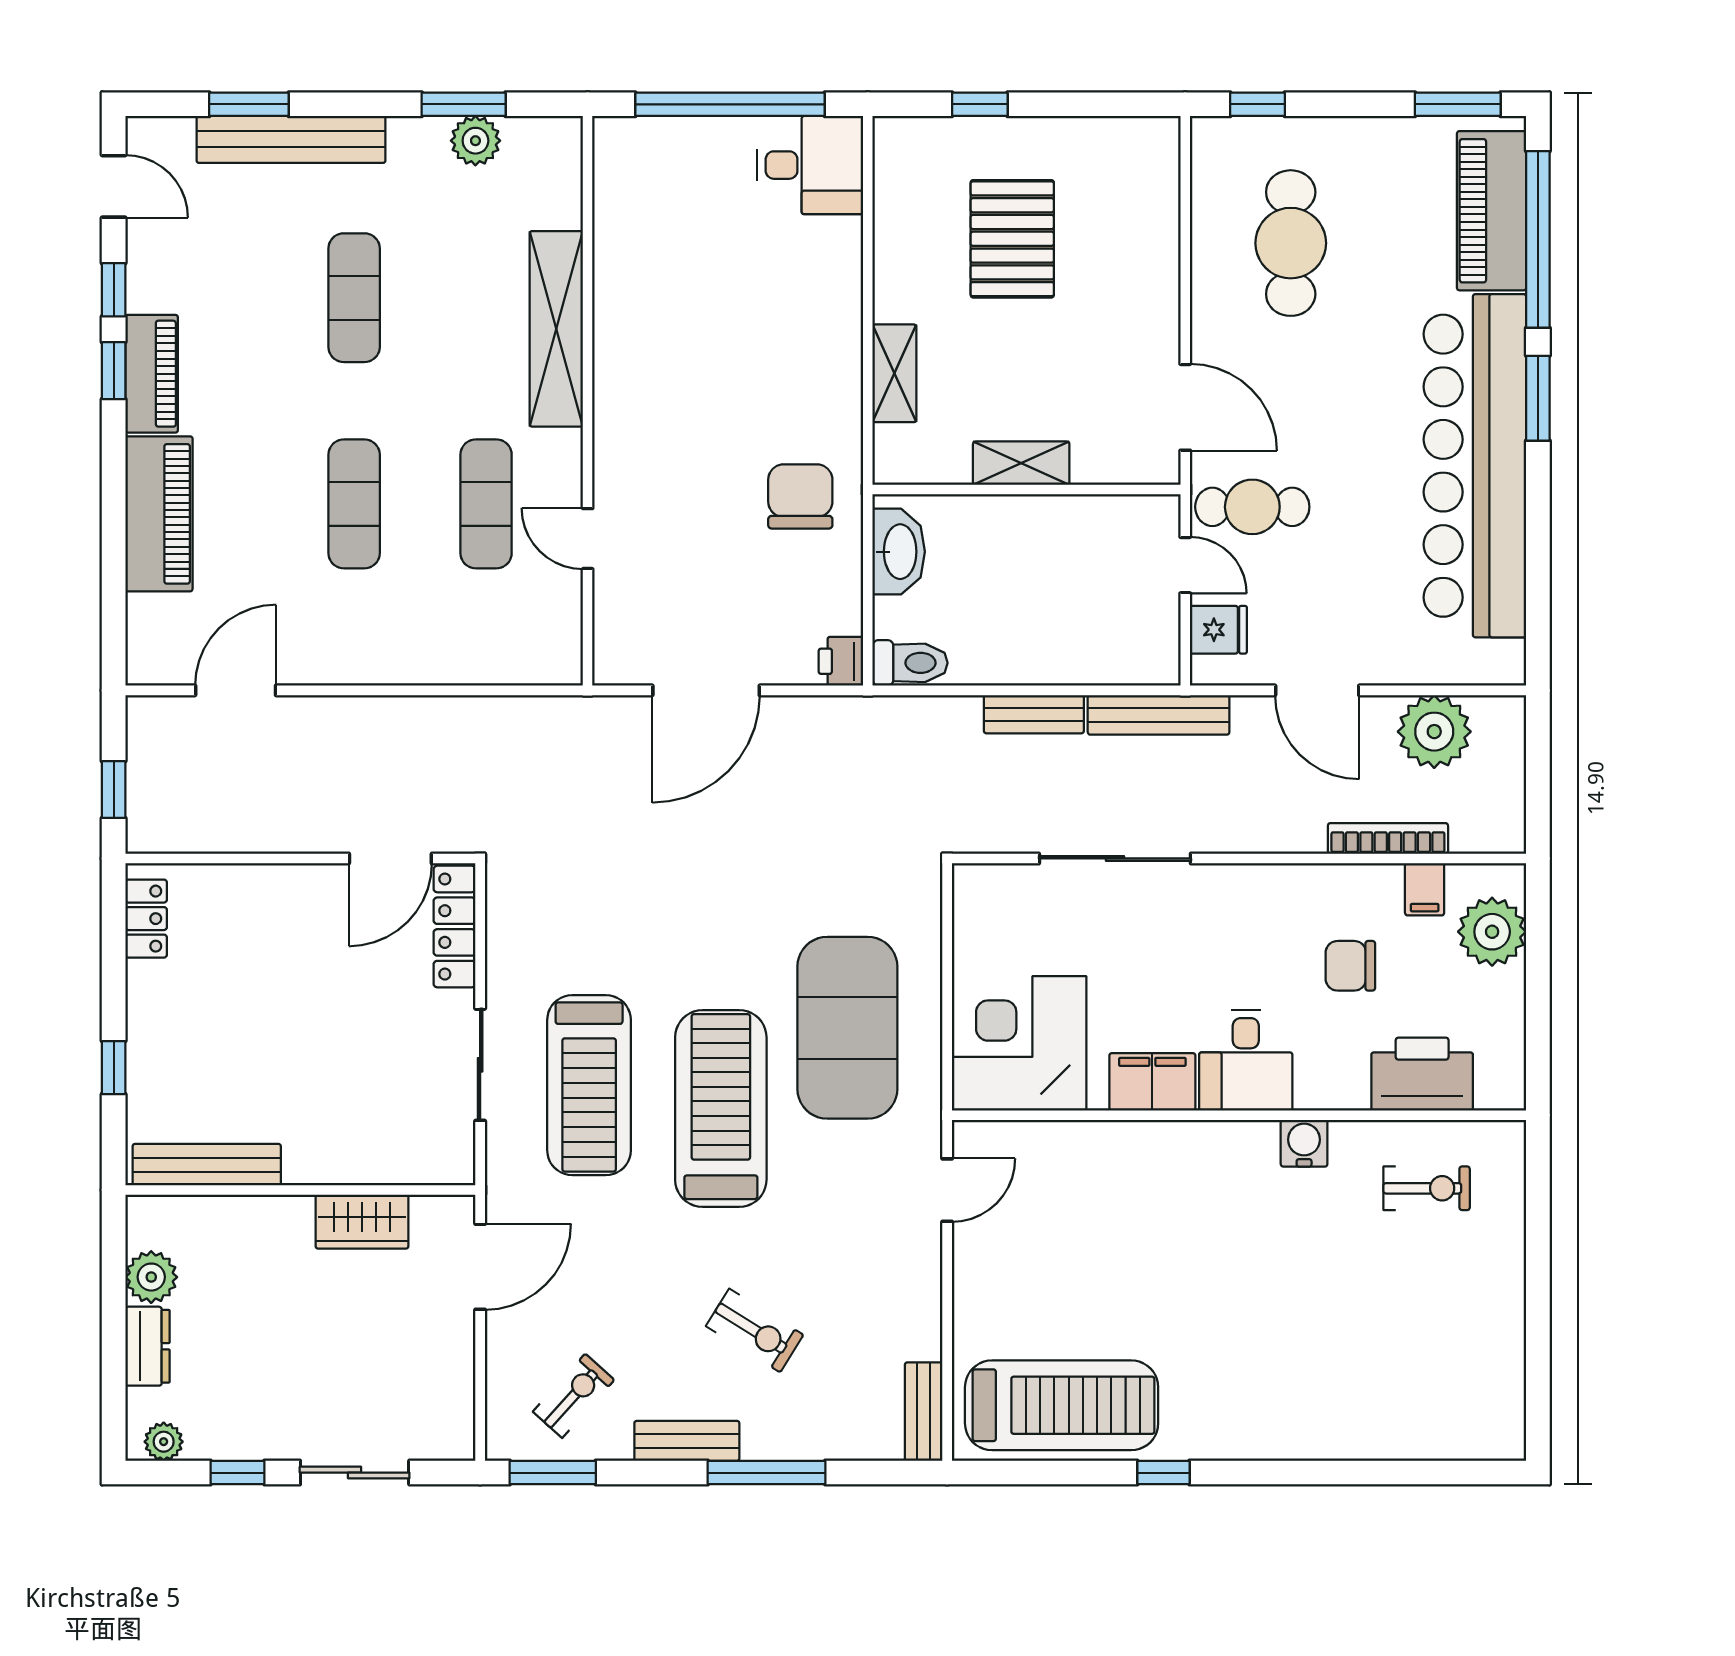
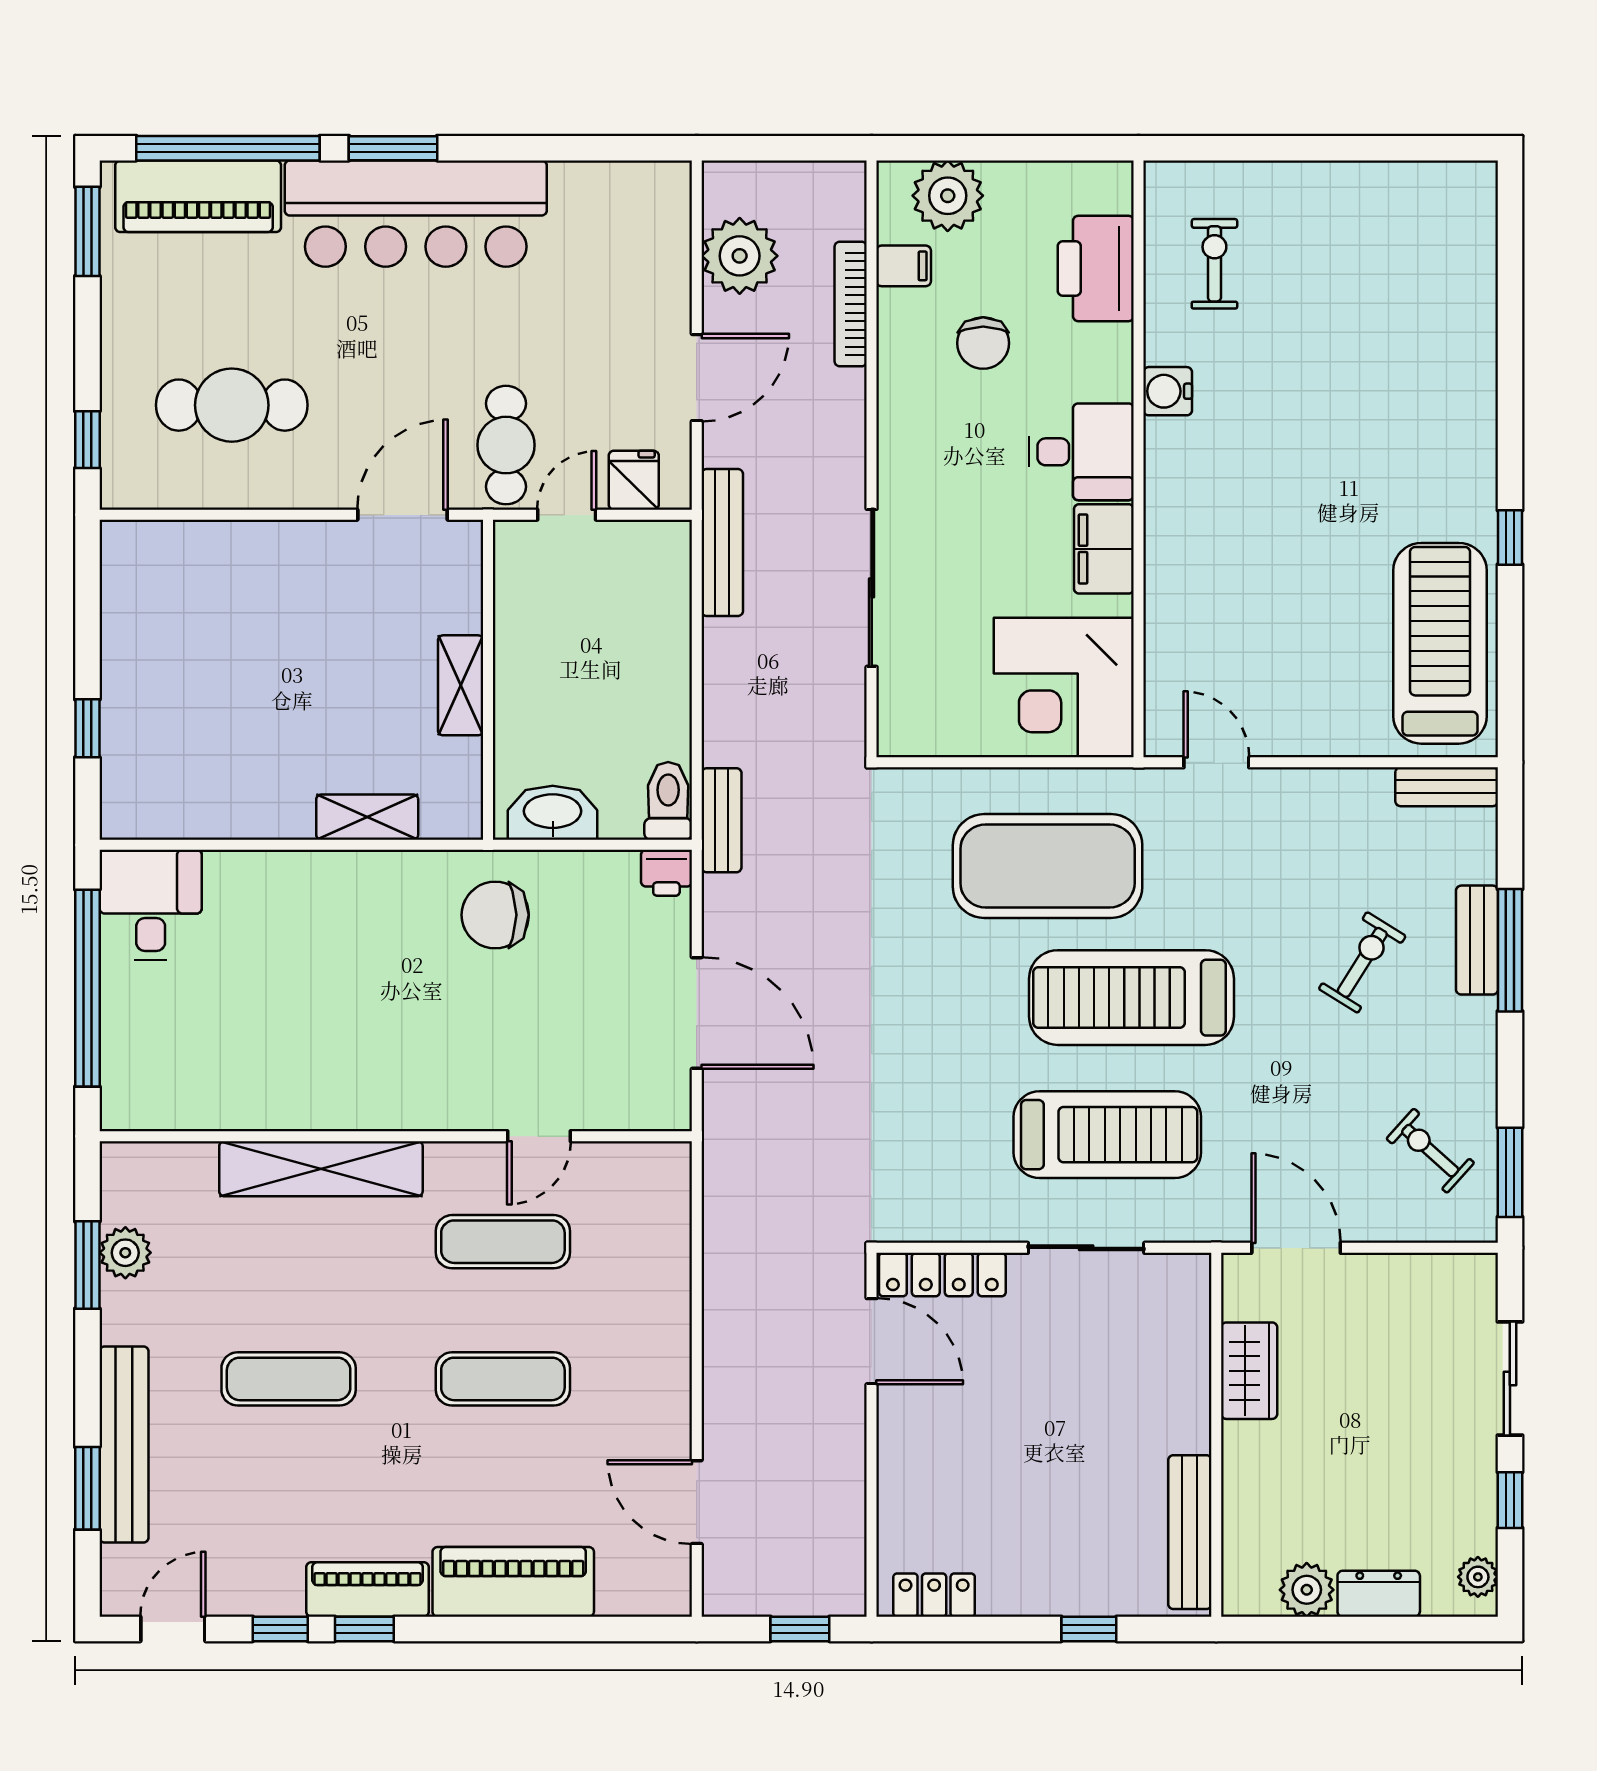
pallet: (1012, 239) -> (227, 695), removed
bar counter: (1475, 466) -> (416, 214), width x0.73
bench: (1034, 714) -> (722, 820), moved
bench: (687, 1441) -> (1477, 940), moved

